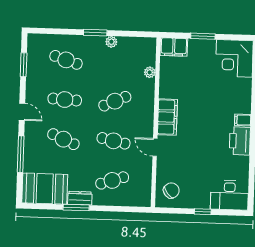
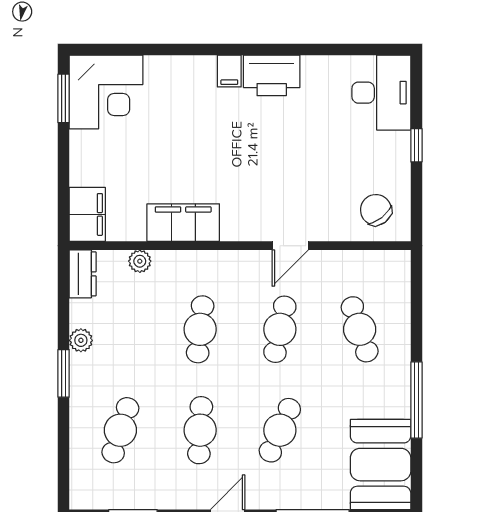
window: (203, 36) -> (64, 98), moved
cafe table: (115, 101) -> (200, 329), turned 30
filing cabinet: (167, 117) -> (183, 223), moved
dresser: (80, 198) -> (83, 274), moved, turned 180
window: (76, 207) -> (416, 400), width x1.44

